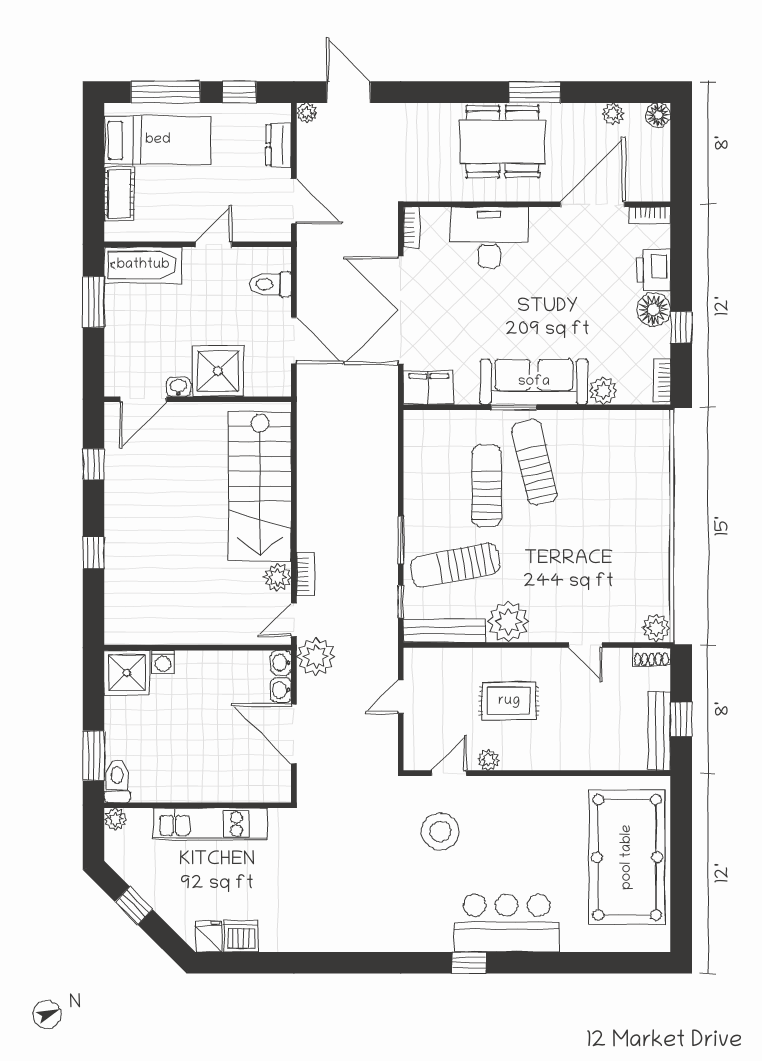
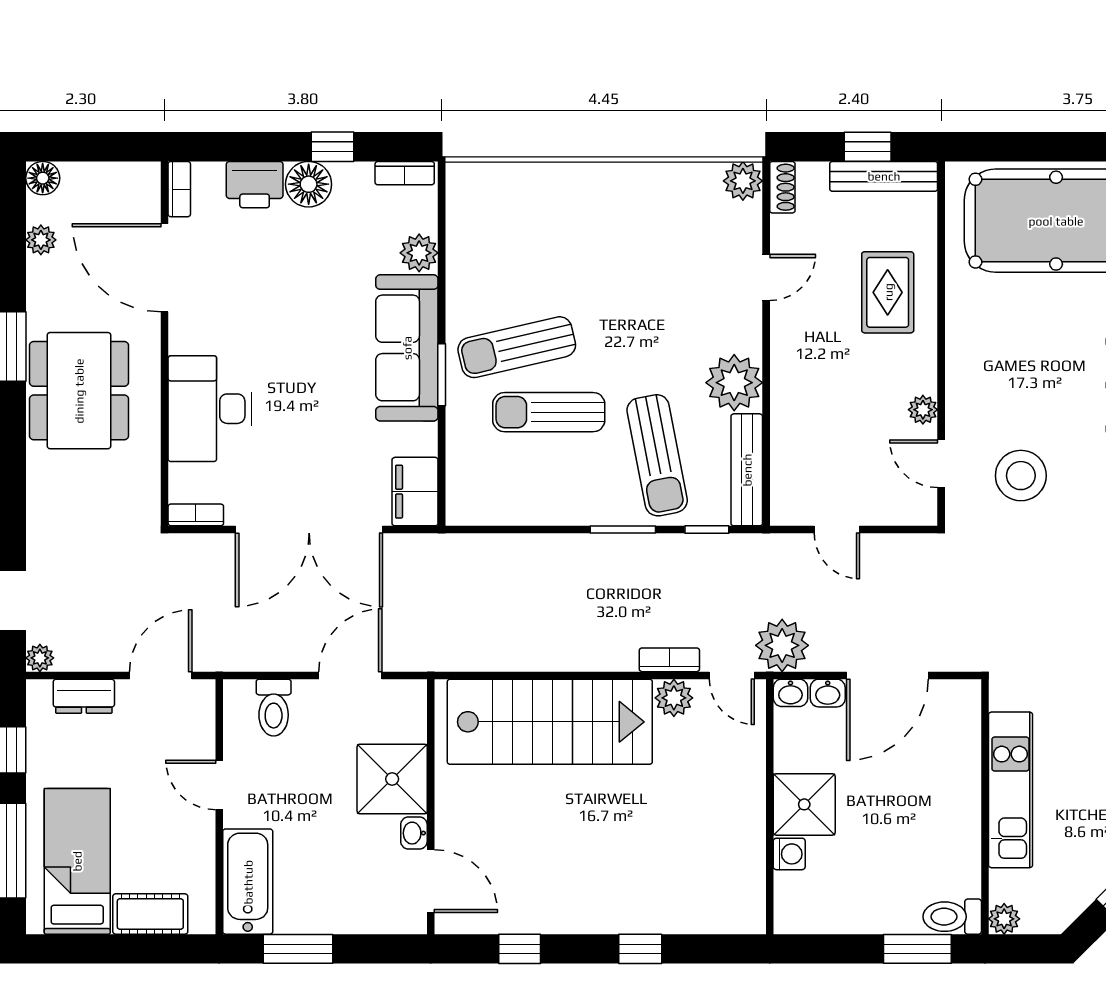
shower: (127, 673) -> (804, 804), moved
rug: (509, 701) -> (888, 292), moved

